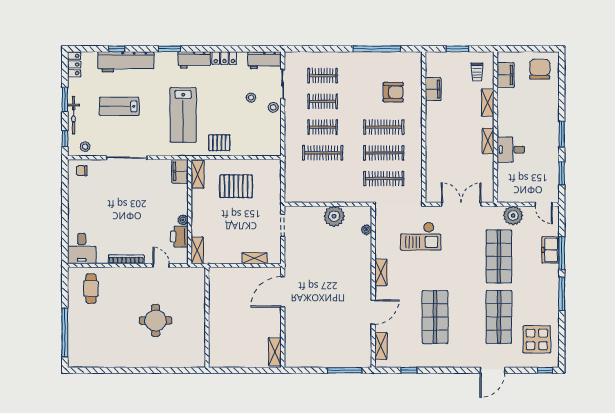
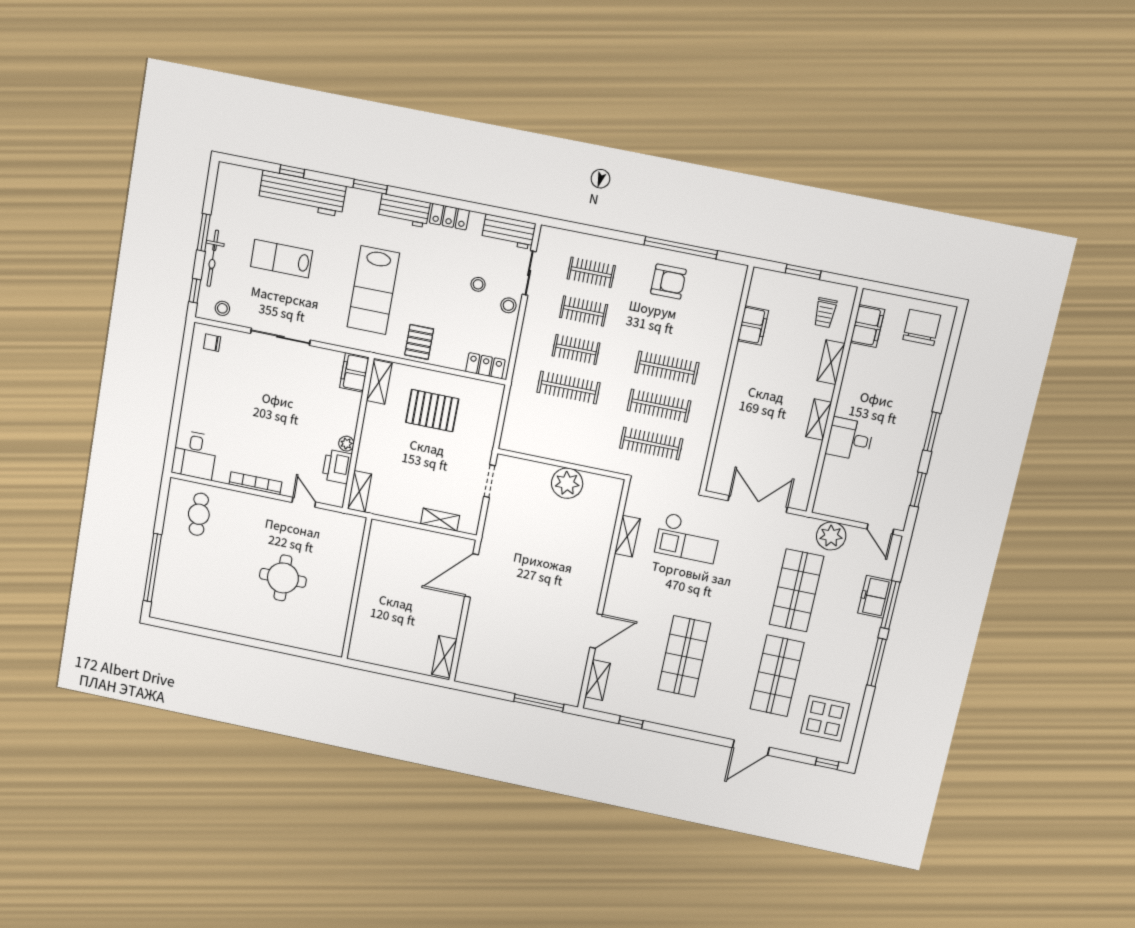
locker: (74, 65) -> (485, 366), moved, turned -90
armchair: (393, 92) -> (668, 282), moved
pallet: (219, 143) -> (419, 342), turned 90
plant: (367, 230) -> (611, 512), removed
shelving: (381, 272) -> (627, 536), moved

